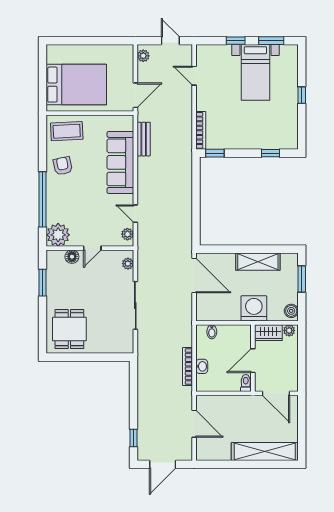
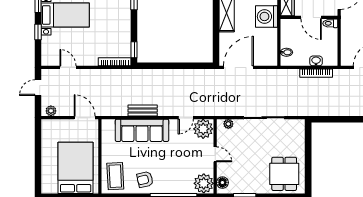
door: (194, 76) -> (68, 67), swing flipped
bench: (144, 139) -> (143, 110), moved
plant: (127, 234) -> (203, 129), width x1.87, depth x1.87
floor lamp: (72, 257) -> (222, 183), moved
dining table: (69, 329) -> (284, 174), turned 90

